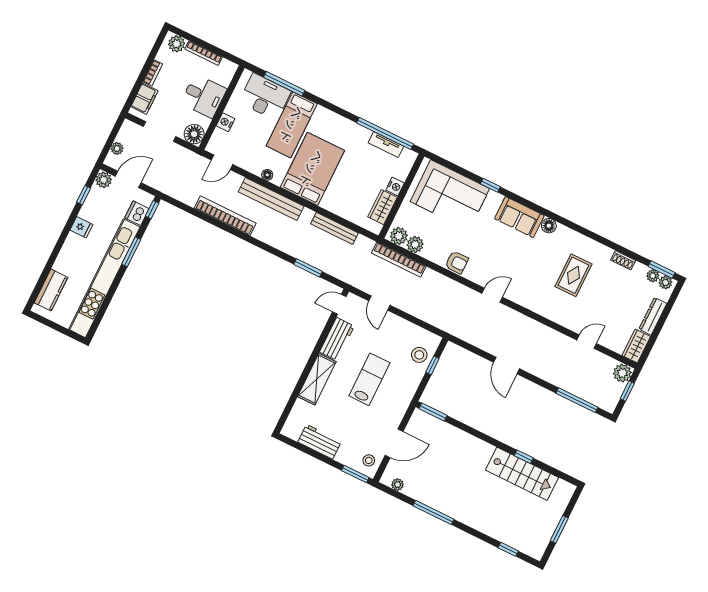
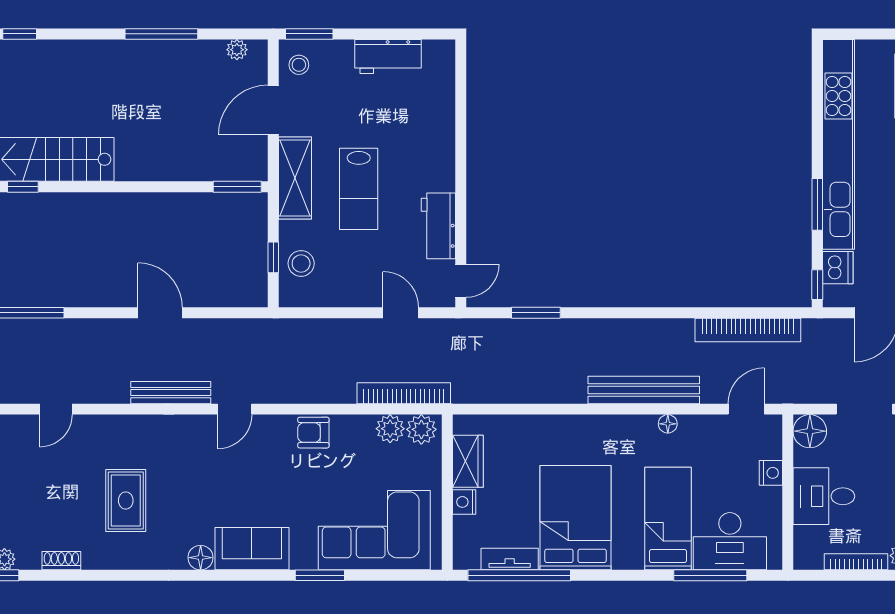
bed: (312, 169) -> (576, 518), moved, turned 180
window: (490, 185) -> (320, 575), width x1.50
bookcase: (225, 216) -> (748, 330), moved
bench: (335, 228) -> (171, 393), moved
shelving: (317, 379) -> (295, 178), moved
window: (524, 457) -> (23, 187), moved

